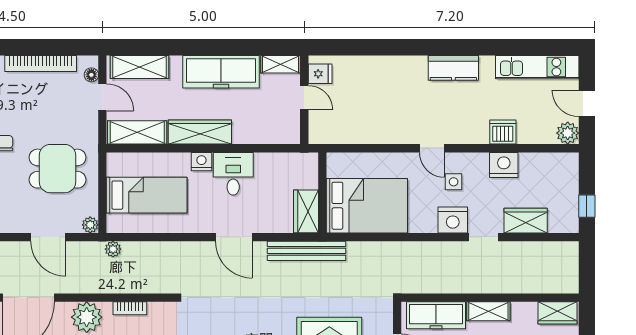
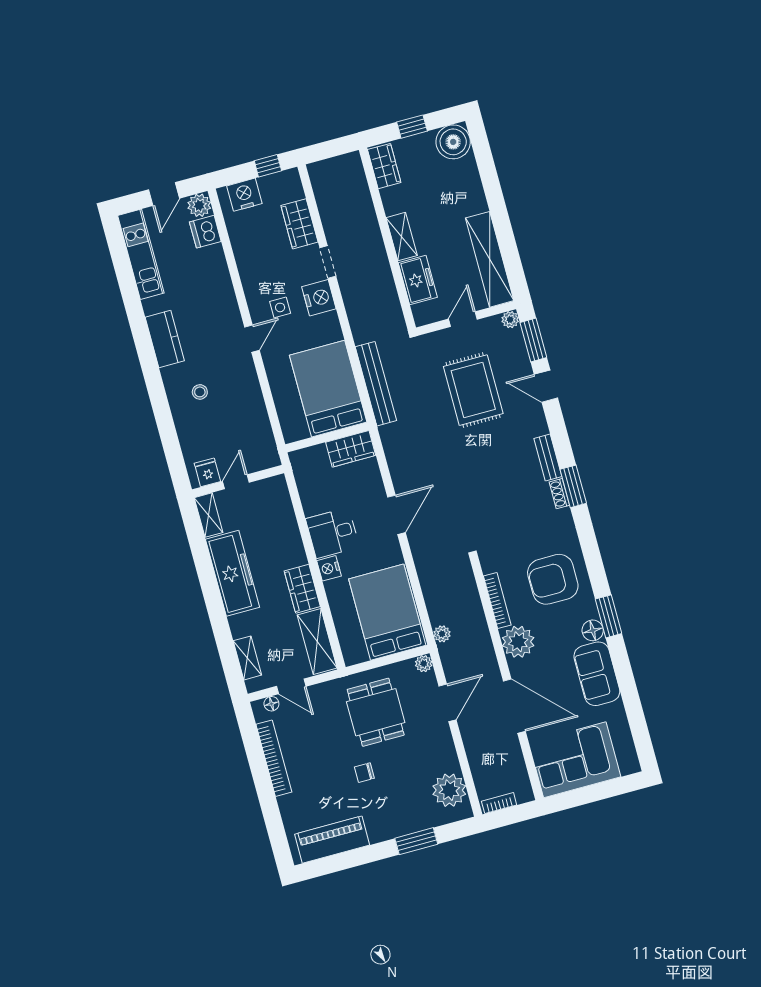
shelving: (140, 67) -> (247, 658), width x0.67, depth x0.75
stool: (396, 87) -> (200, 392), added
door: (102, 97) -> (291, 686), swing flipped
wardrobe: (200, 132) -> (302, 589), width x0.67
dishwasher: (503, 132) -> (205, 232), moved
nightstand: (504, 165) -> (244, 195), moved, turned 90
bed: (147, 195) -> (387, 612), width x1.50
bench: (306, 251) -> (376, 384), moved
bookcase: (130, 308) -> (497, 600), width x1.56
freezer: (436, 315) -> (418, 280), width x0.71

